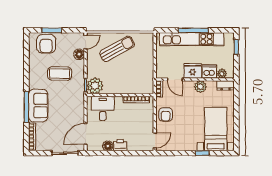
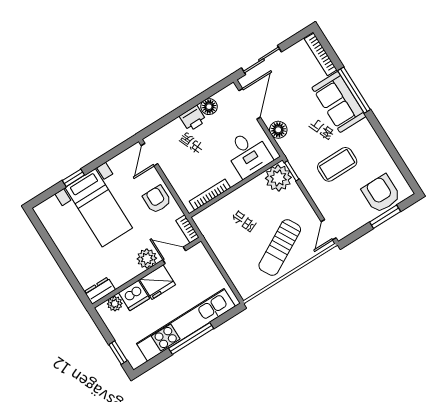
floor lamp: (79, 54) -> (278, 130), moved
plant: (200, 87) -> (147, 259), moved
bed with nightstands: (216, 129) -> (99, 208), moved

